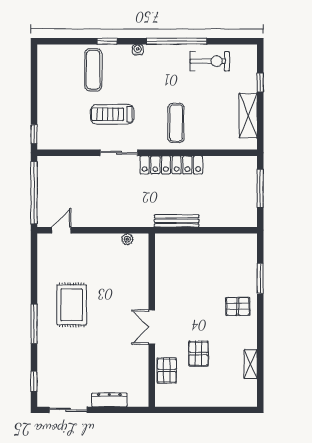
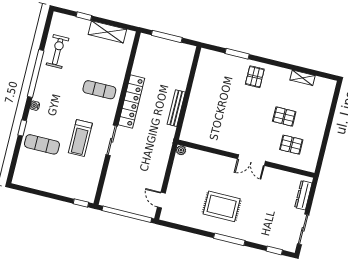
wall: (152, 320) -> (246, 159), moved
double door: (152, 327) -> (251, 160), moved

